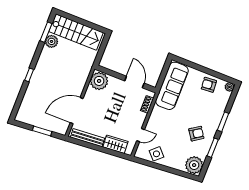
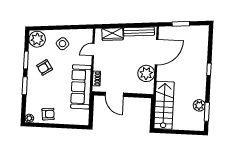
stairs: (76, 32) -> (164, 105), moved, turned 90
plant: (99, 81) -> (146, 73), moved
sofa: (172, 86) -> (81, 87), moved
side table: (156, 154) -> (62, 44), moved

